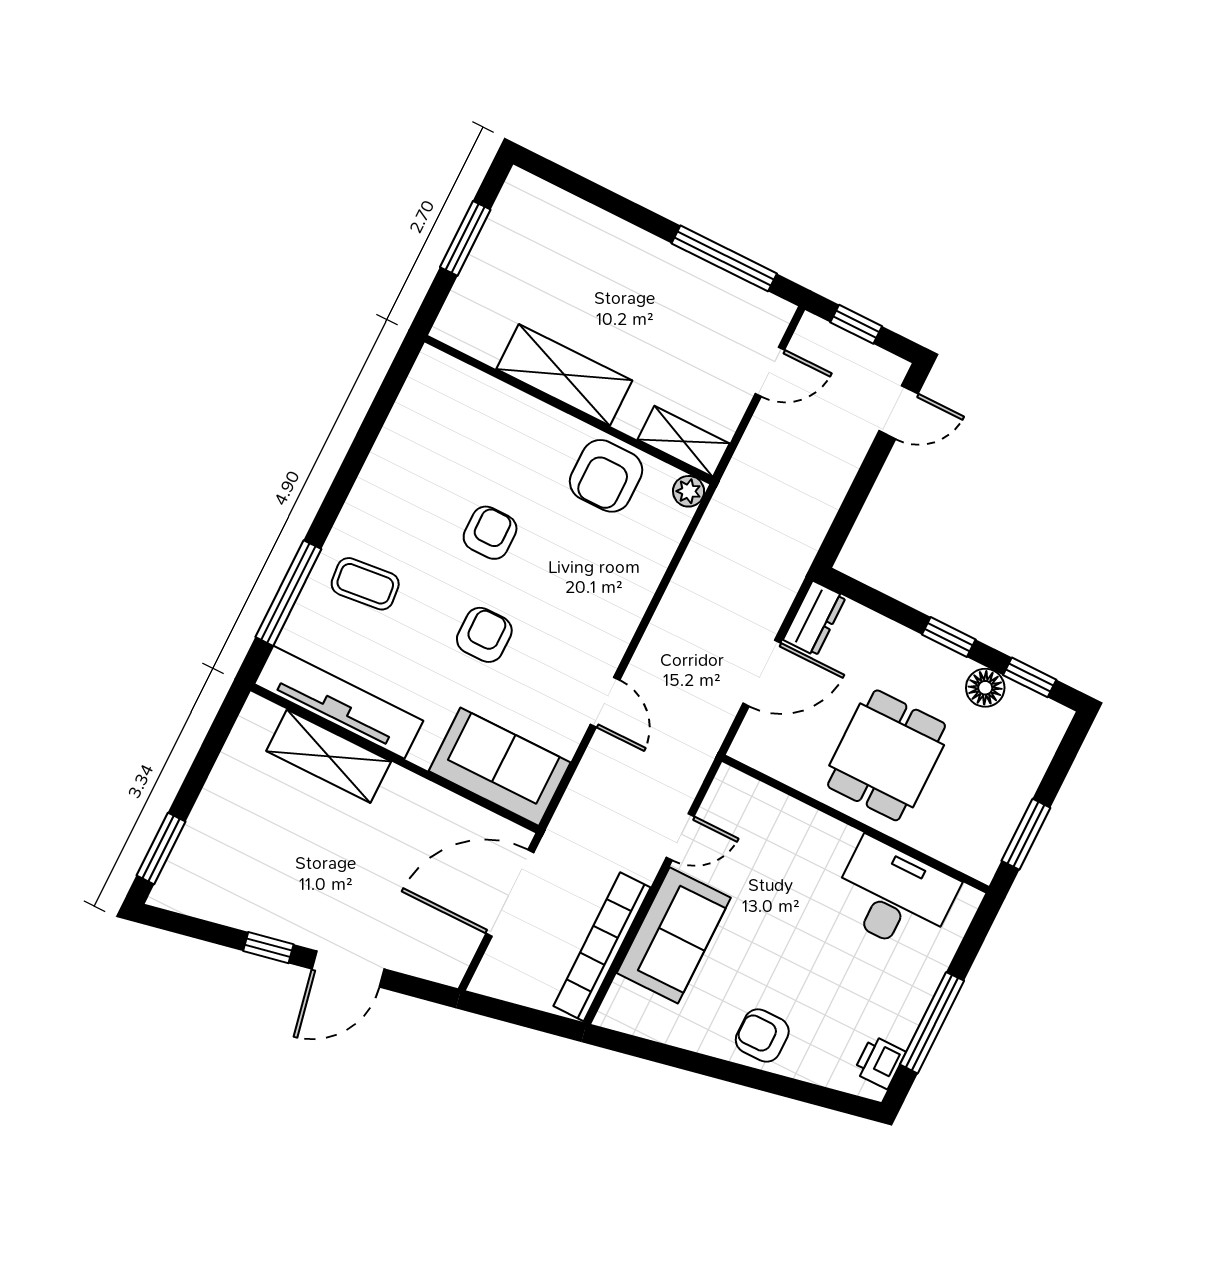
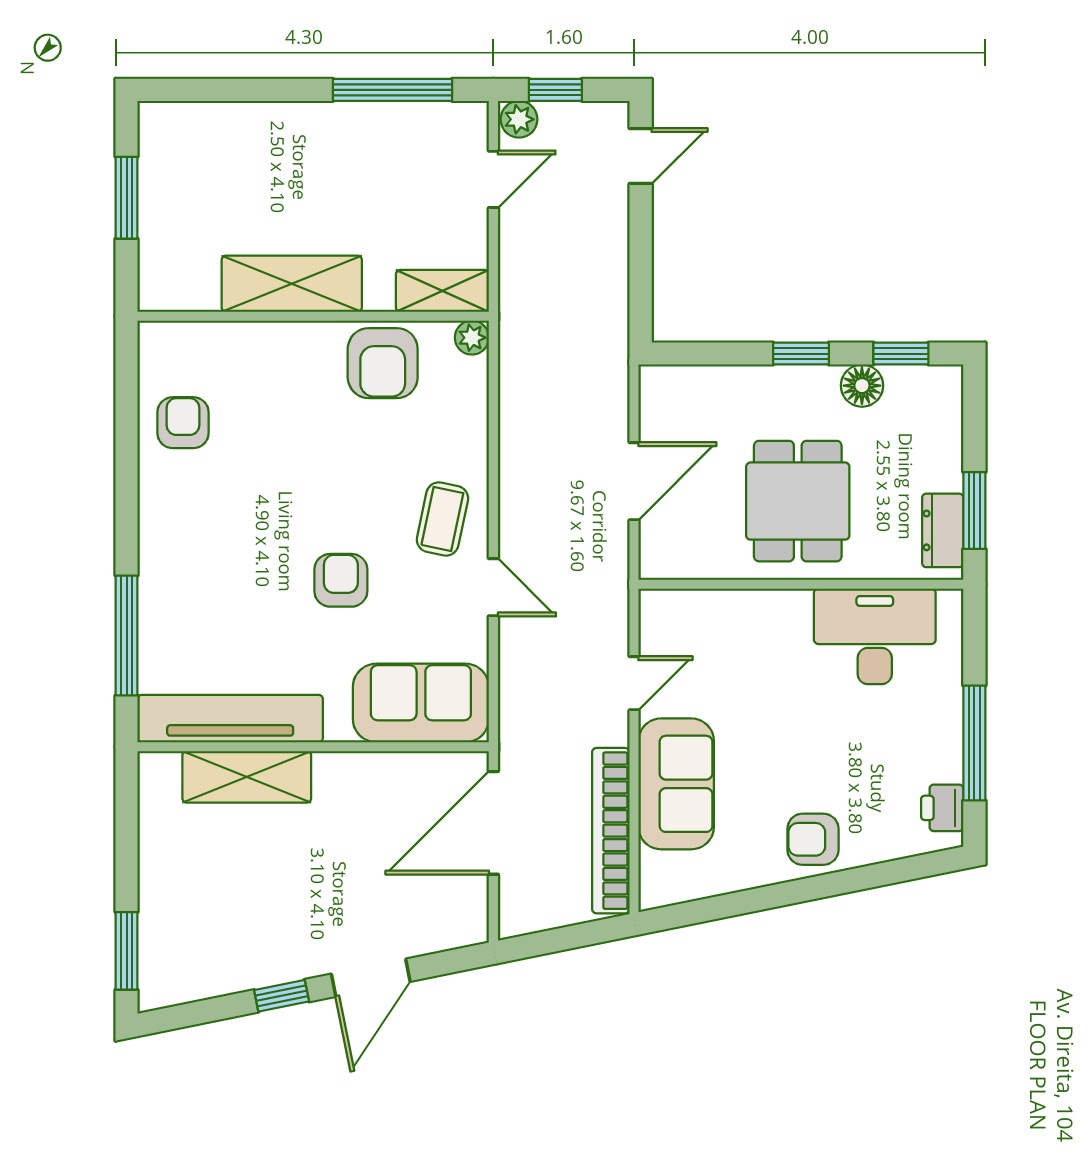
plant: (815, 333) -> (519, 119), added
armchair: (490, 533) -> (183, 423), moved
coffee table: (365, 584) -> (442, 519), moved, turned -72
dresser: (814, 618) -> (943, 530), moved, turned 180

